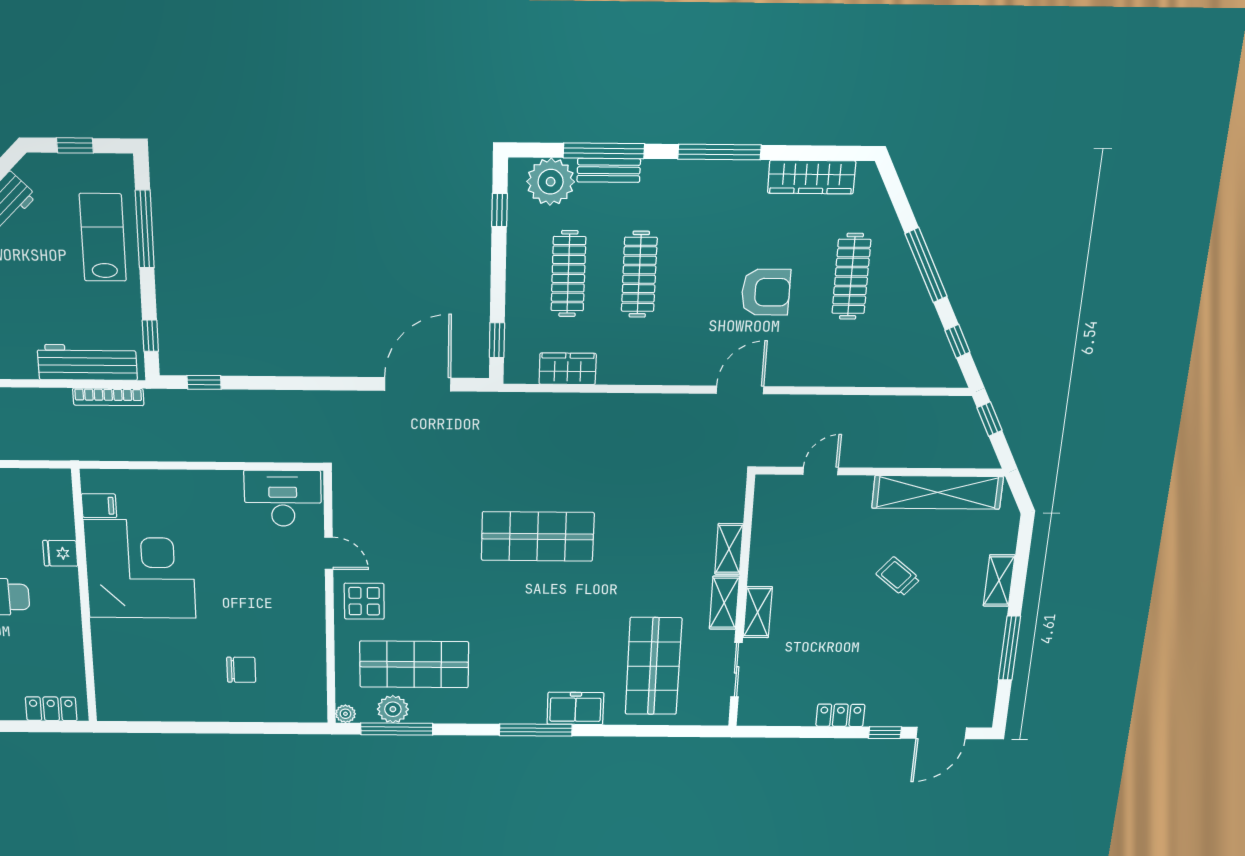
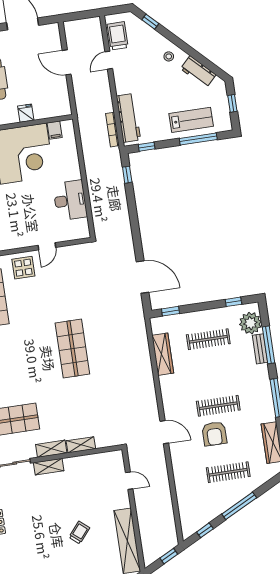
clothes rail: (639, 274) -> (218, 406), moved
wardrobe: (568, 369) -> (163, 354), width x1.50
desk: (283, 498) -> (70, 200), moved

